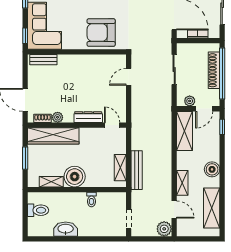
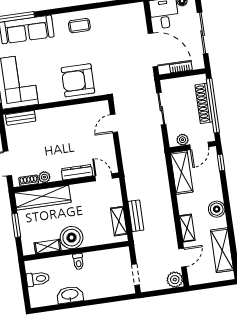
bench: (137, 170) -> (136, 216), width x0.73
toilet: (91, 199) -> (78, 261), moved
door: (174, 210) -> (182, 258), hinge flipped

